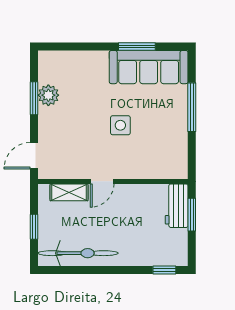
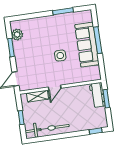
sofa: (149, 67) -> (87, 45), moved, turned 90
plant: (48, 95) -> (17, 35), moved

